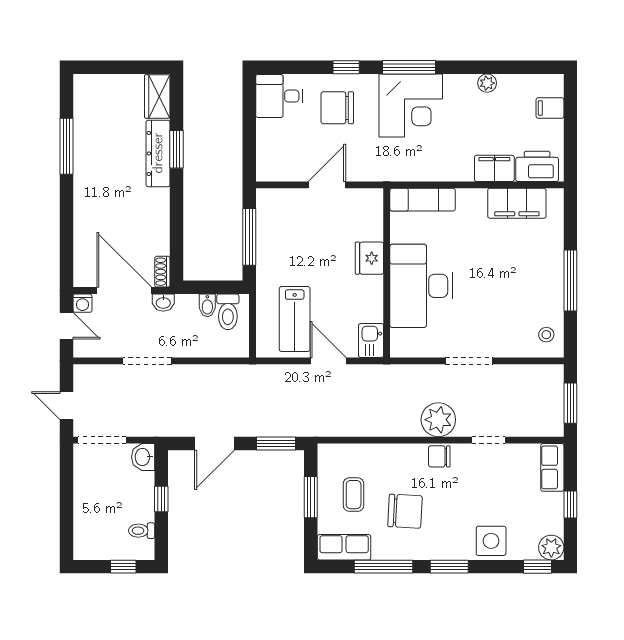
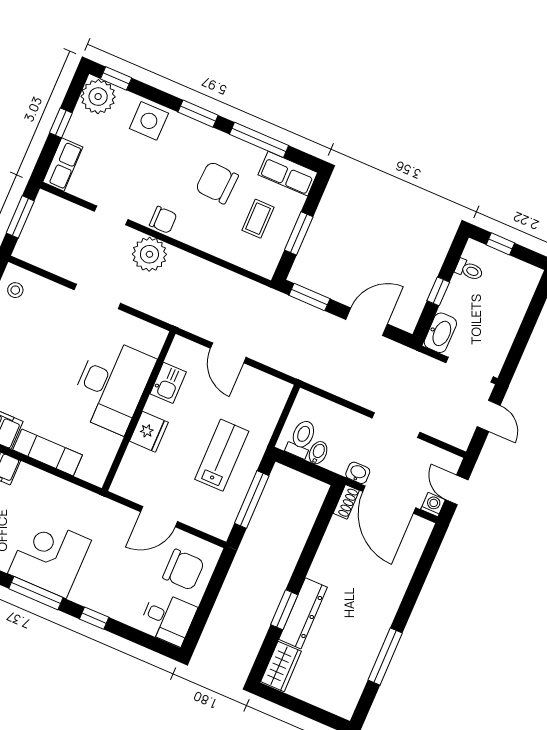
chair: (337, 108) -> (184, 570), moved
exam couch: (423, 200) -> (47, 452), moved
lab bench: (295, 319) -> (222, 455), moved
kitchen sink: (371, 341) -> (168, 383), moved
washbasin: (143, 457) -> (440, 333), width x1.38
plant: (551, 548) -> (98, 97), width x1.36, depth x1.36

